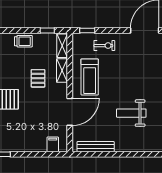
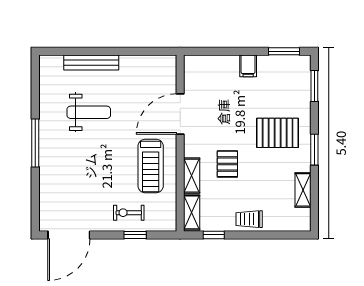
window: (87, 31) -> (135, 235), moved
treadmill: (90, 77) -> (151, 166), turned 180
filing cabinet: (53, 144) -> (248, 66), moved
bench: (96, 147) -> (91, 62), moved

